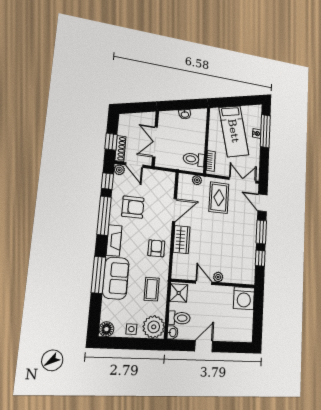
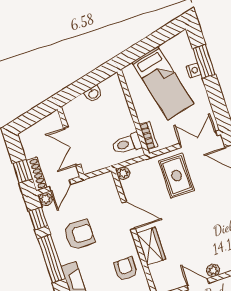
window: (265, 131) -> (204, 62), width x0.69
door: (134, 165) -> (60, 185), hinge flipped
plant: (197, 180) -> (123, 173), moved
door: (174, 210) -> (129, 216), hinge flipped

